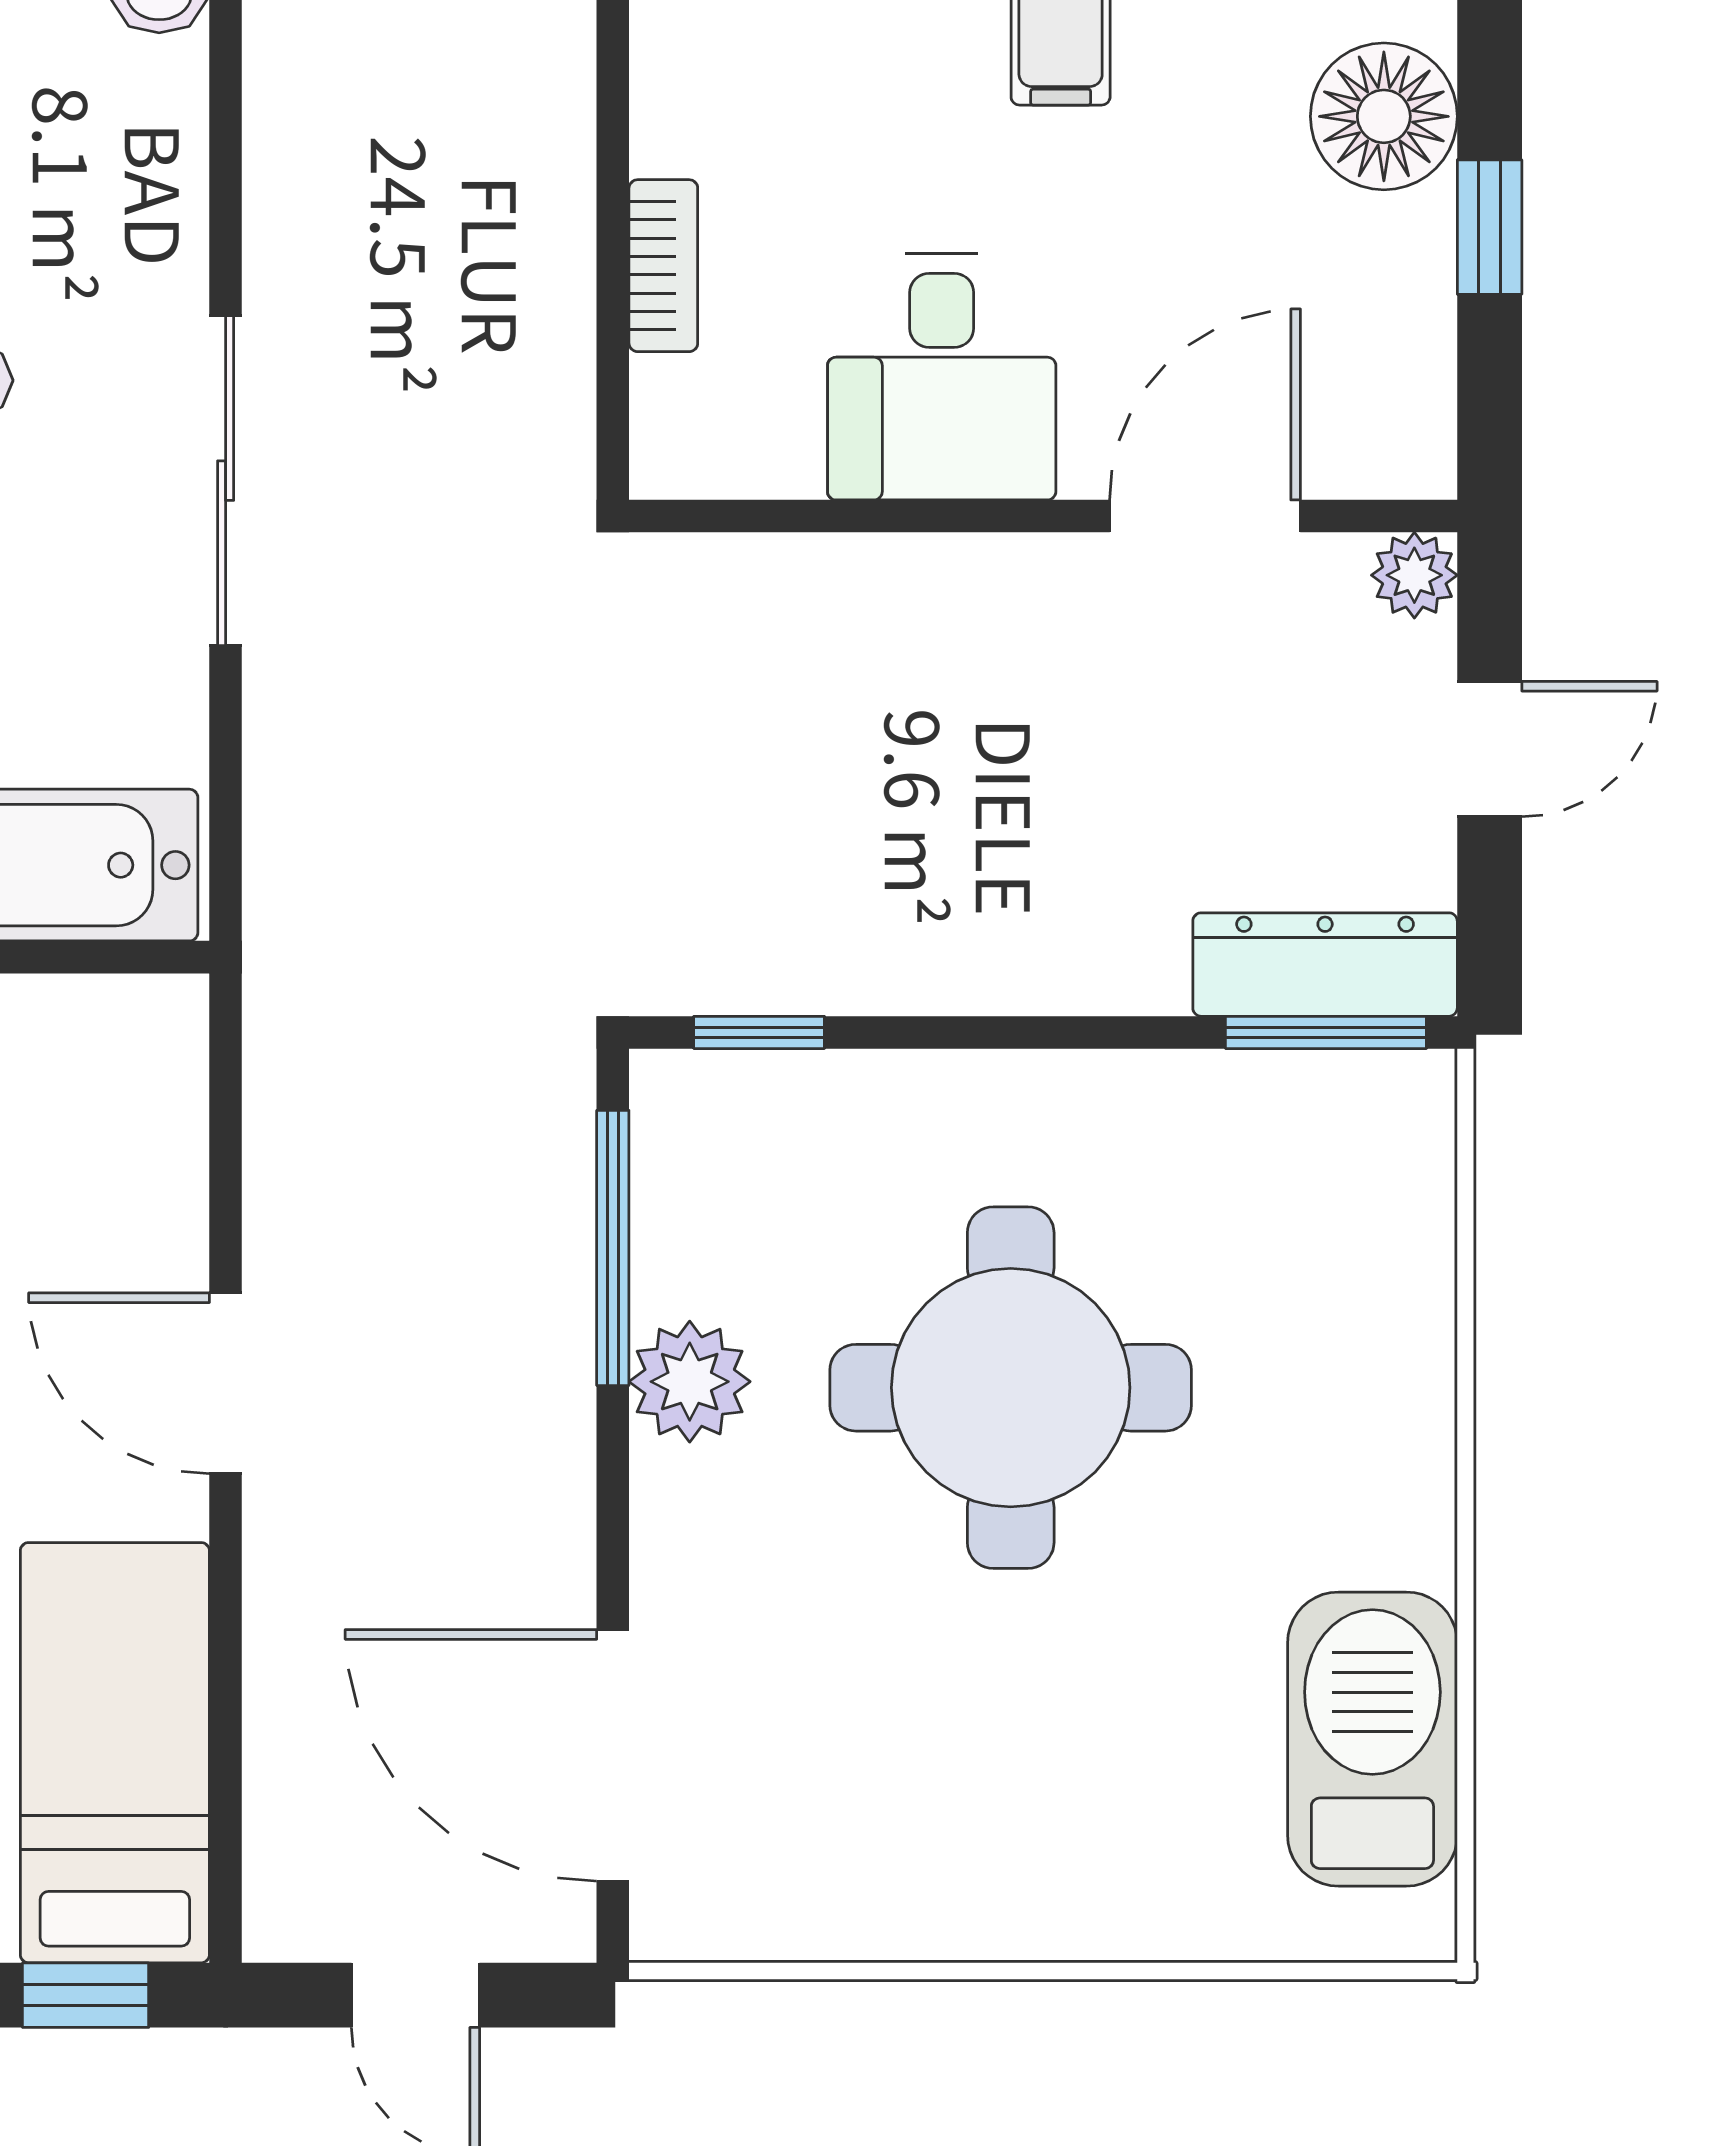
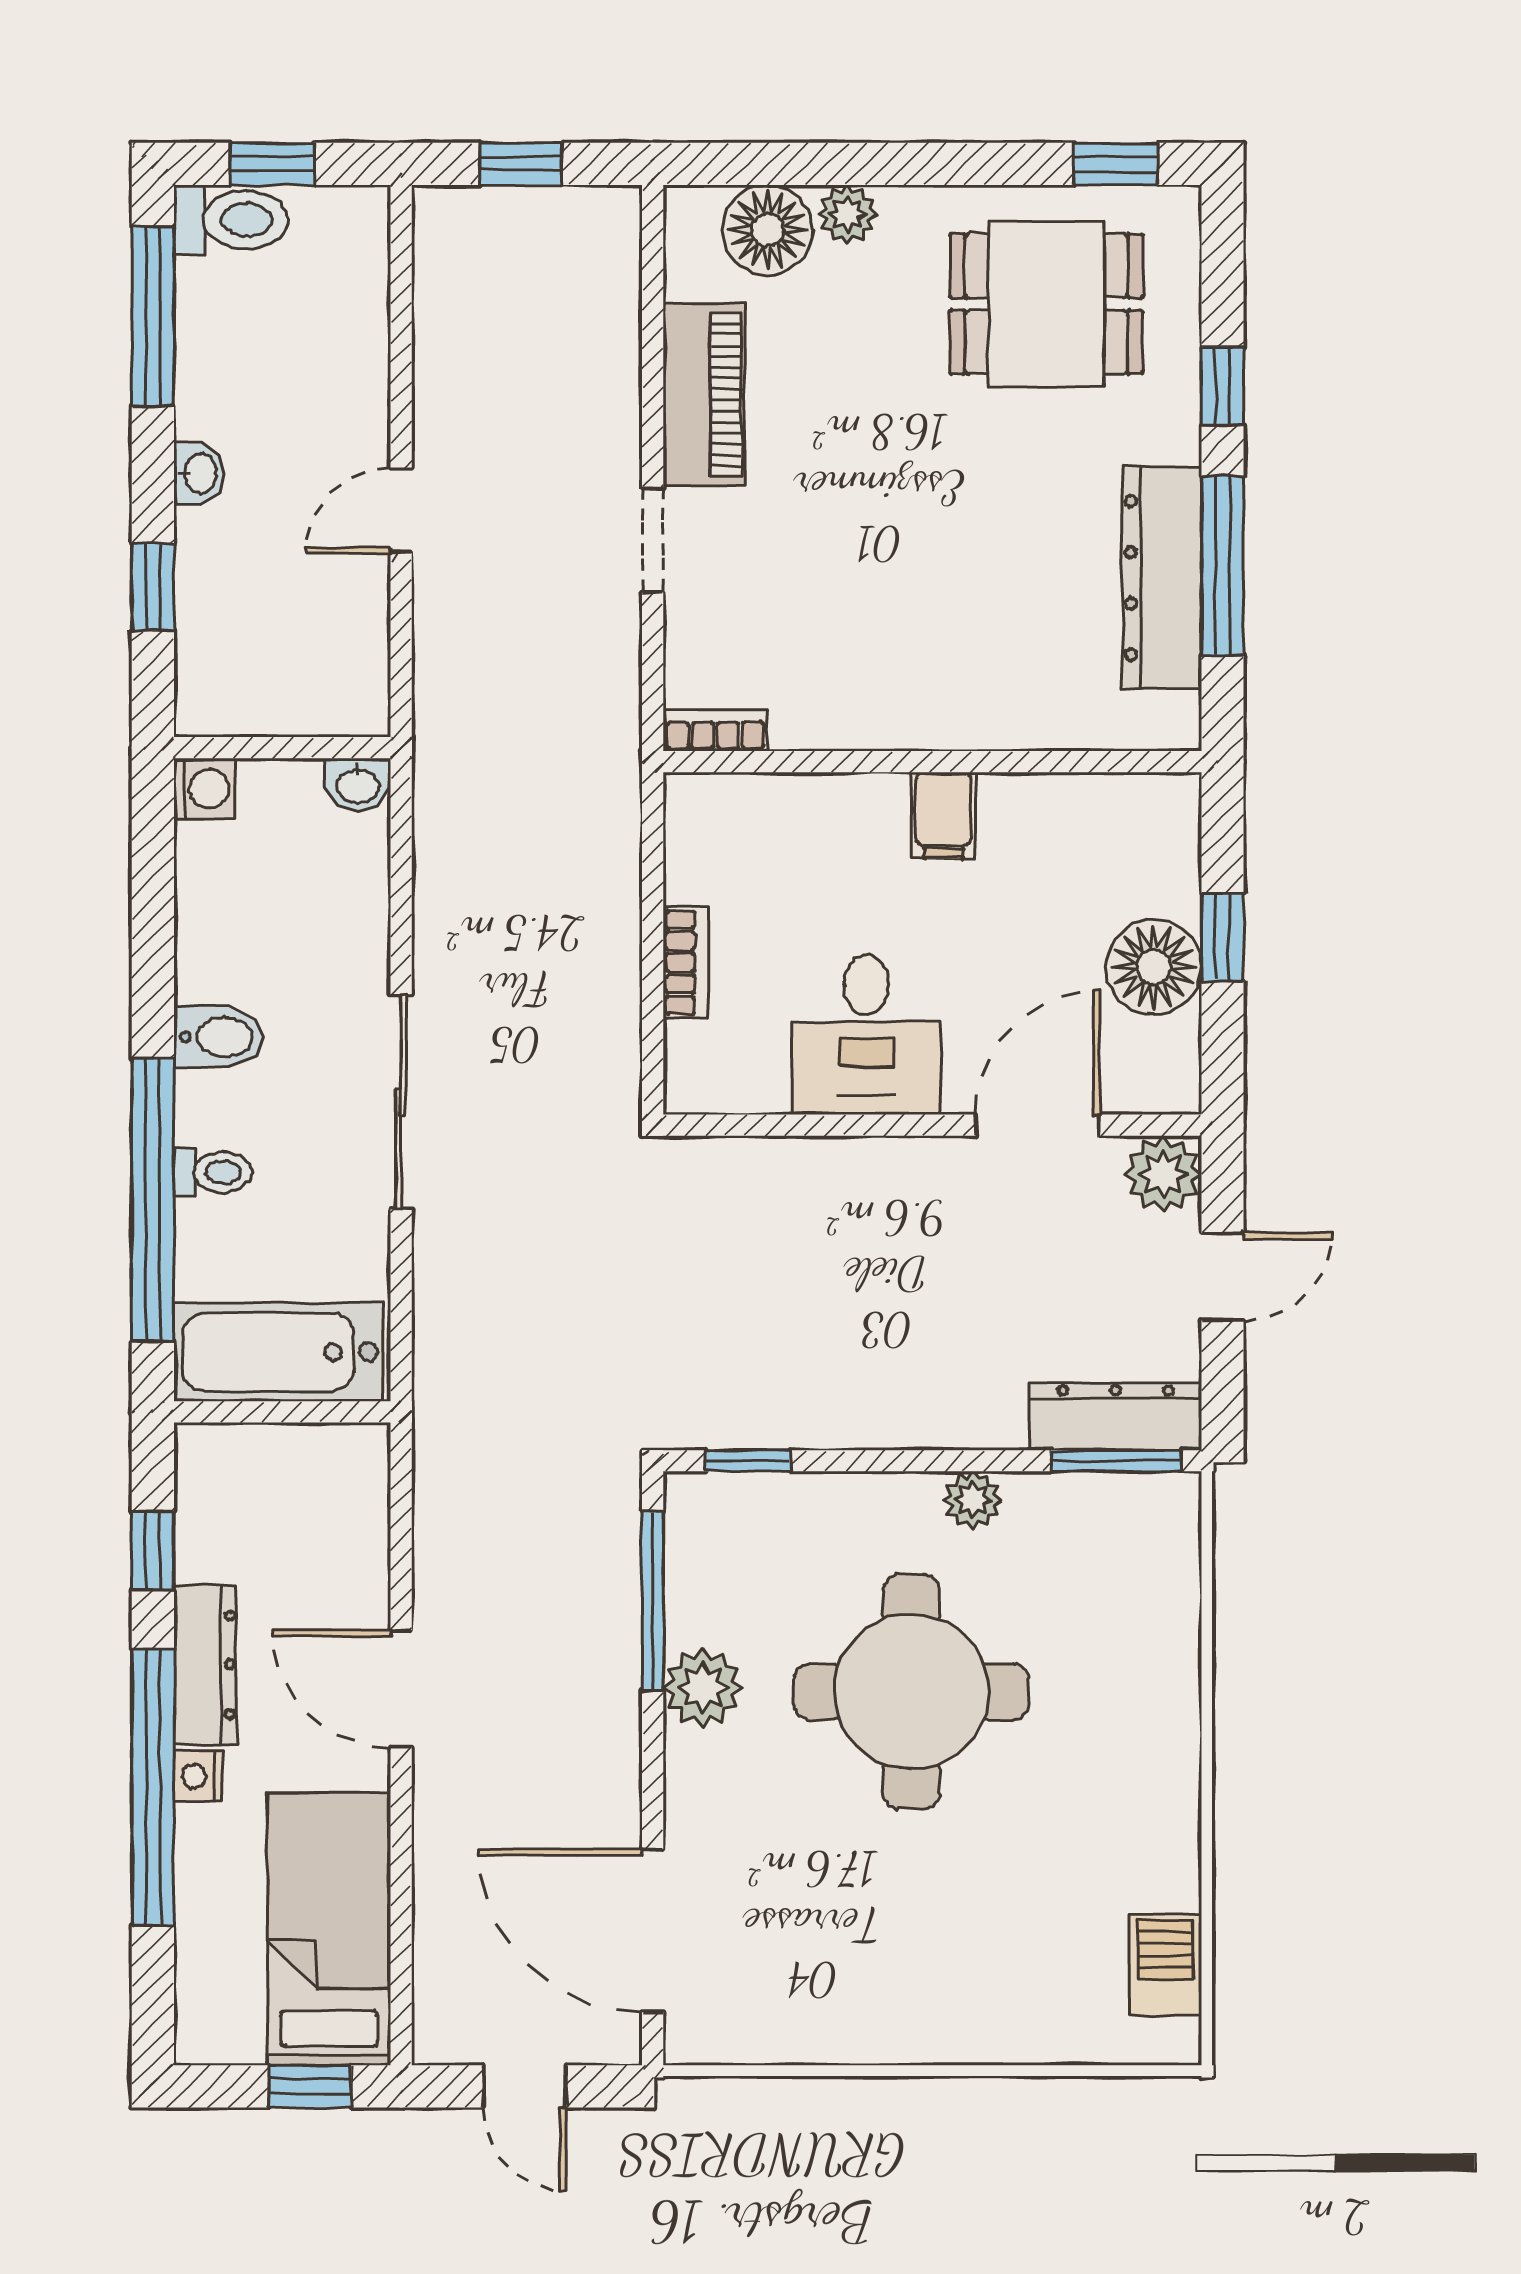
floor lamp: (1384, 116) -> (1154, 967), moved
plant: (1414, 575) -> (1163, 1174), width x1.38, depth x1.38
plant: (1105, 1093) -> (973, 1500), added
barbecue: (1372, 1739) -> (1165, 1965), width x0.53, depth x0.65

